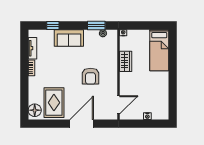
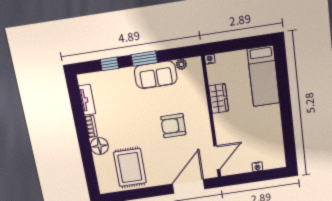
window: (96, 25) -> (144, 59), moved
sofa: (69, 38) -> (156, 75), moved
armchair: (91, 76) -> (173, 126), turned 90
floor lamp: (35, 110) -> (99, 146), moved
door: (82, 124) -> (189, 186), moved

